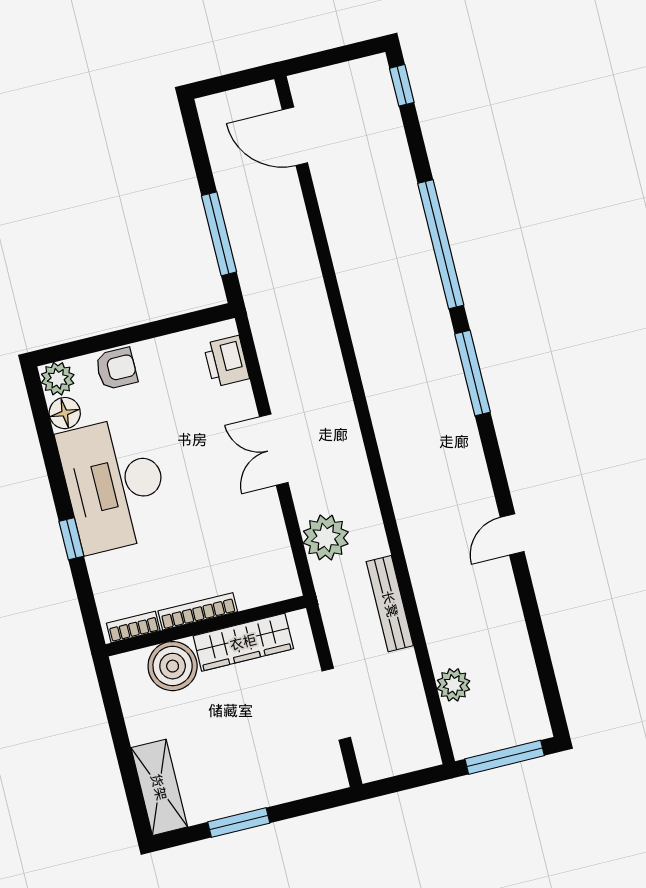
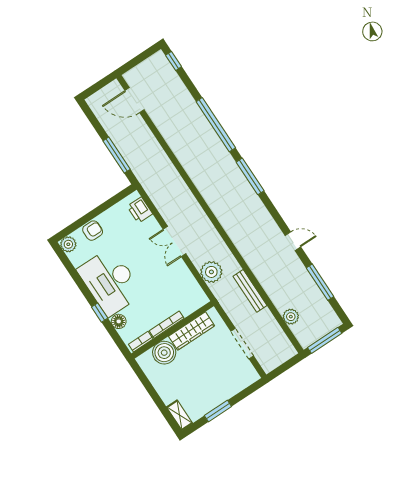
floor lamp: (65, 413) -> (119, 321), moved
door: (512, 534) -> (293, 241), swing flipped
window: (537, 637) -> (320, 282), added
shelving: (159, 787) -> (180, 415), width x0.67, depth x0.75

